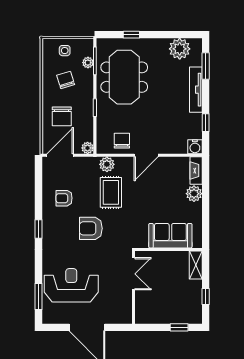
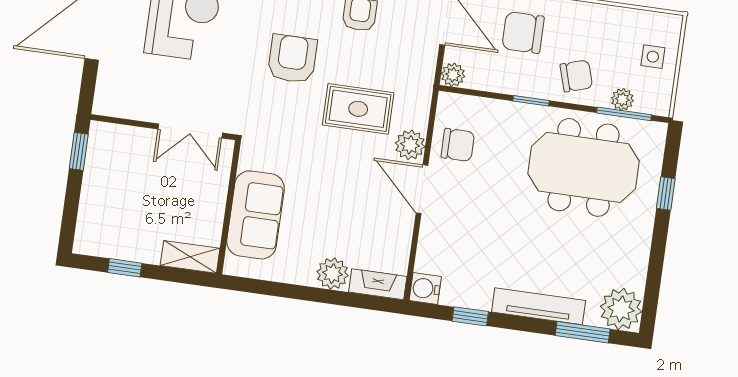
plant: (180, 49) -> (621, 309), moved
chair: (66, 80) -> (576, 76), moved
plant: (107, 164) -> (410, 145), moved
window: (179, 327) -> (79, 151), moved

